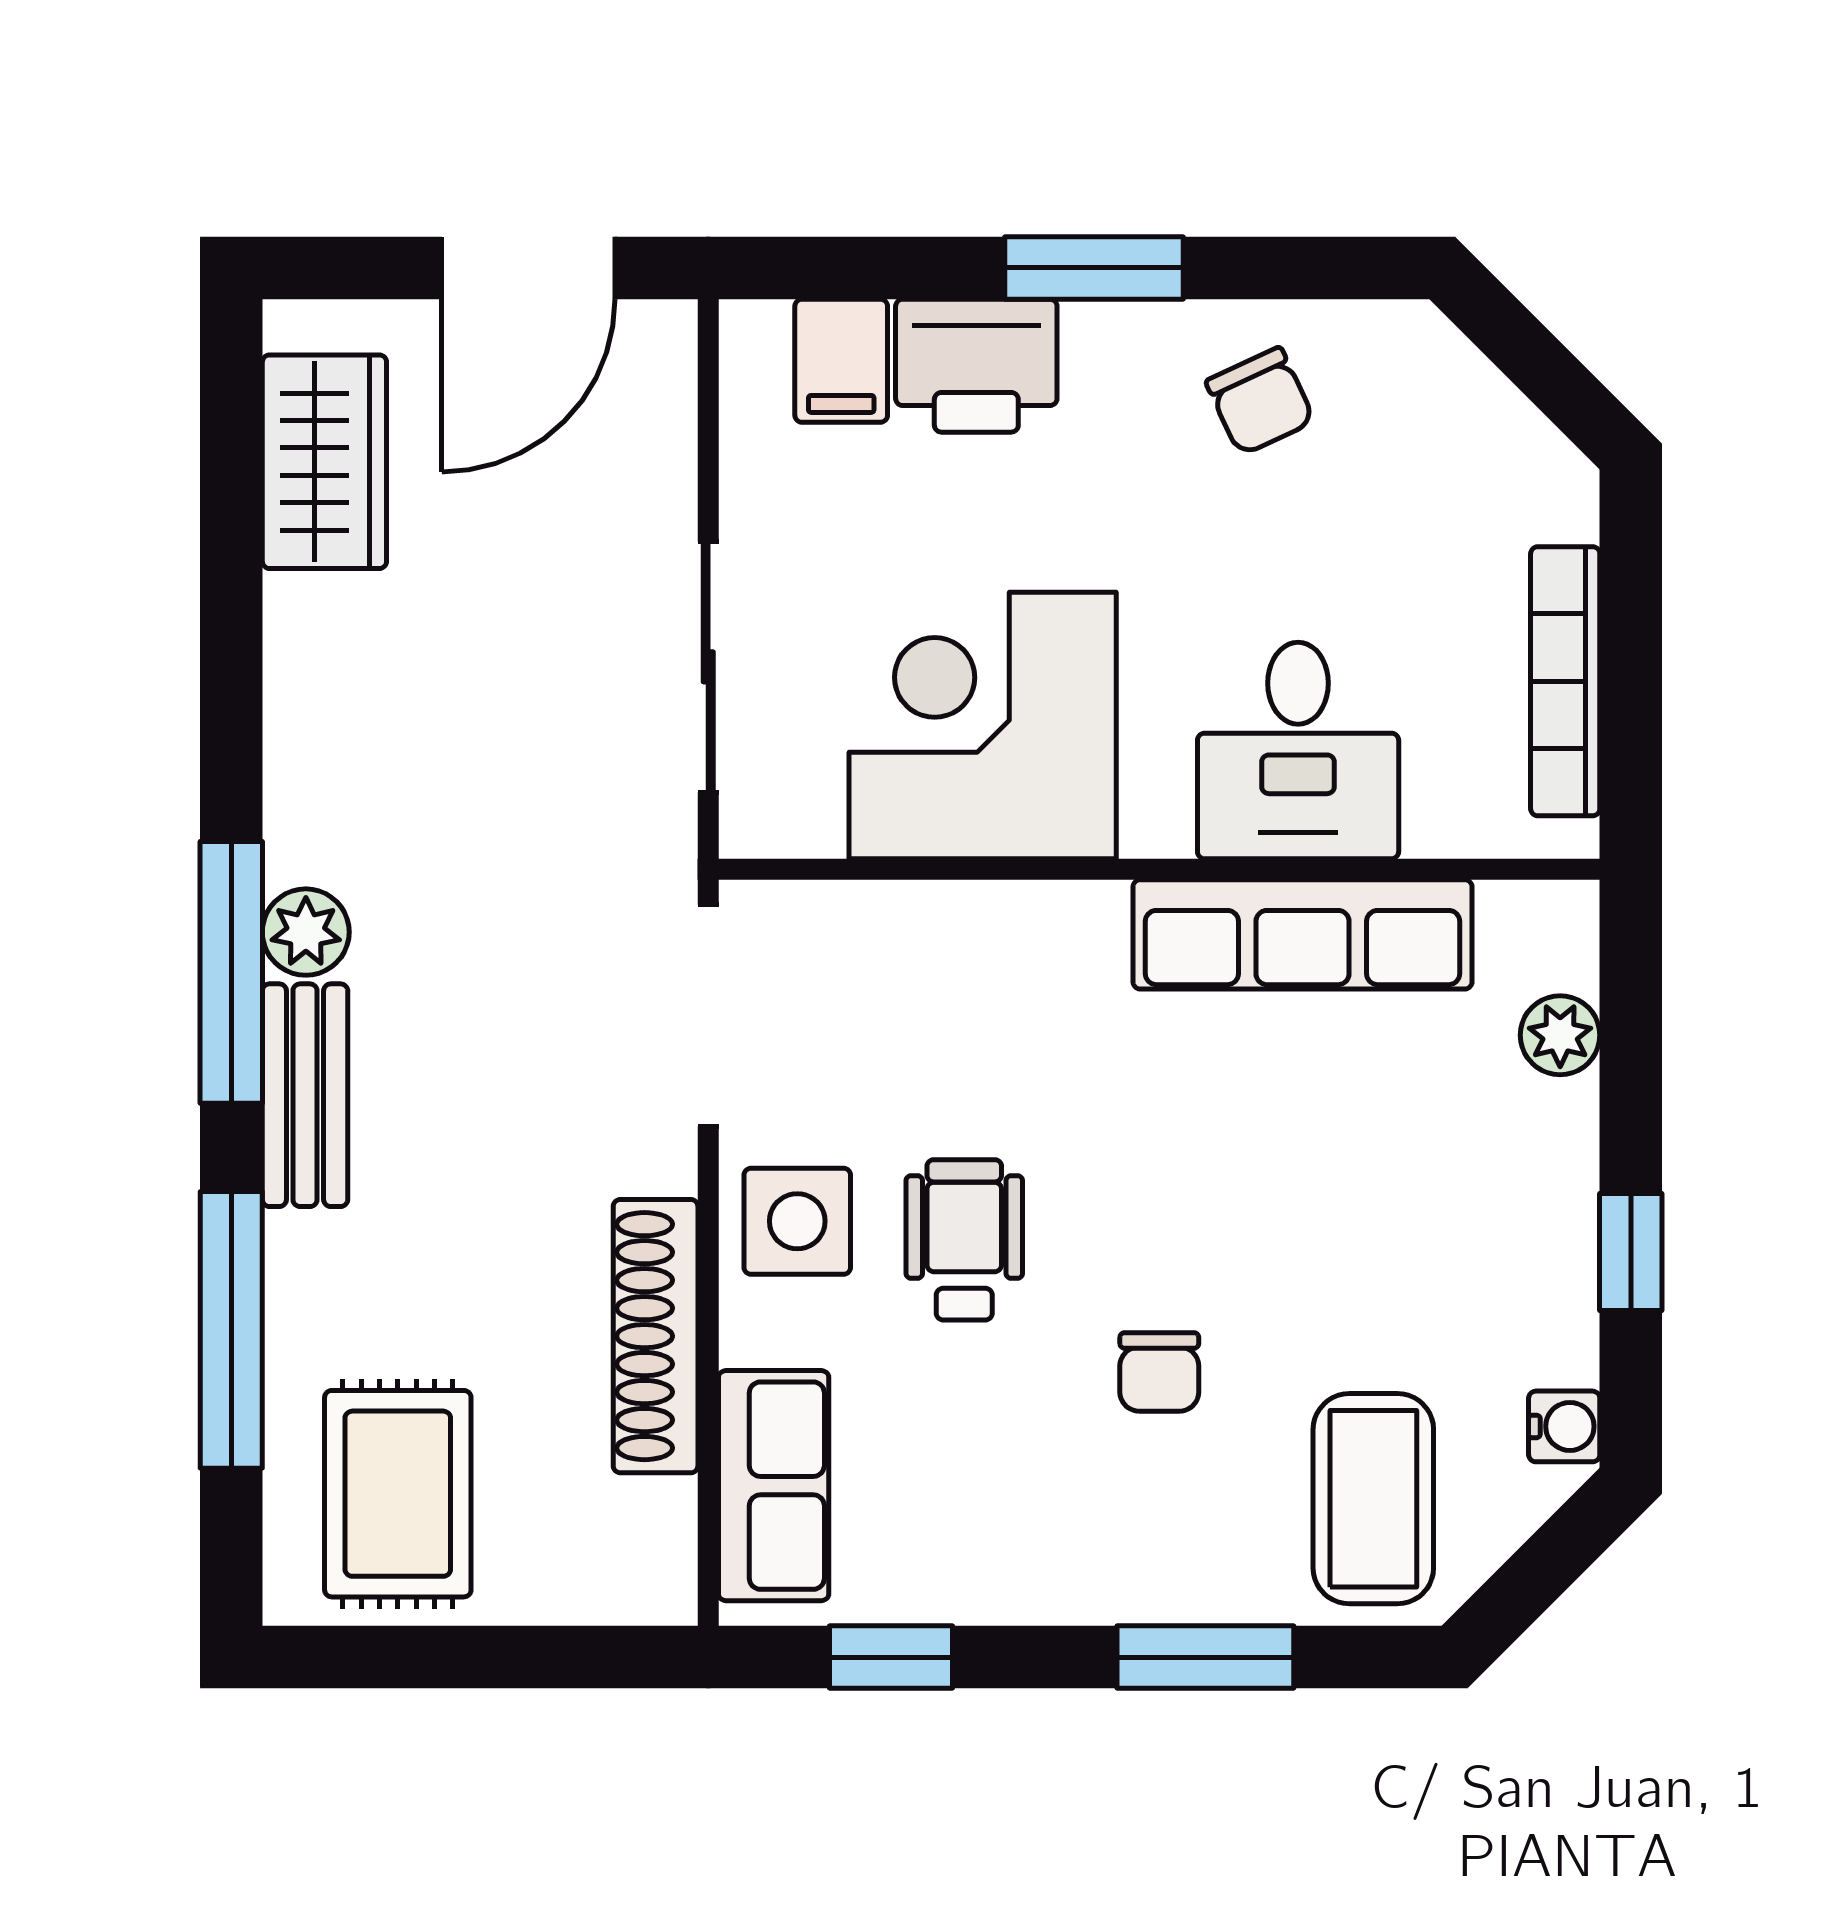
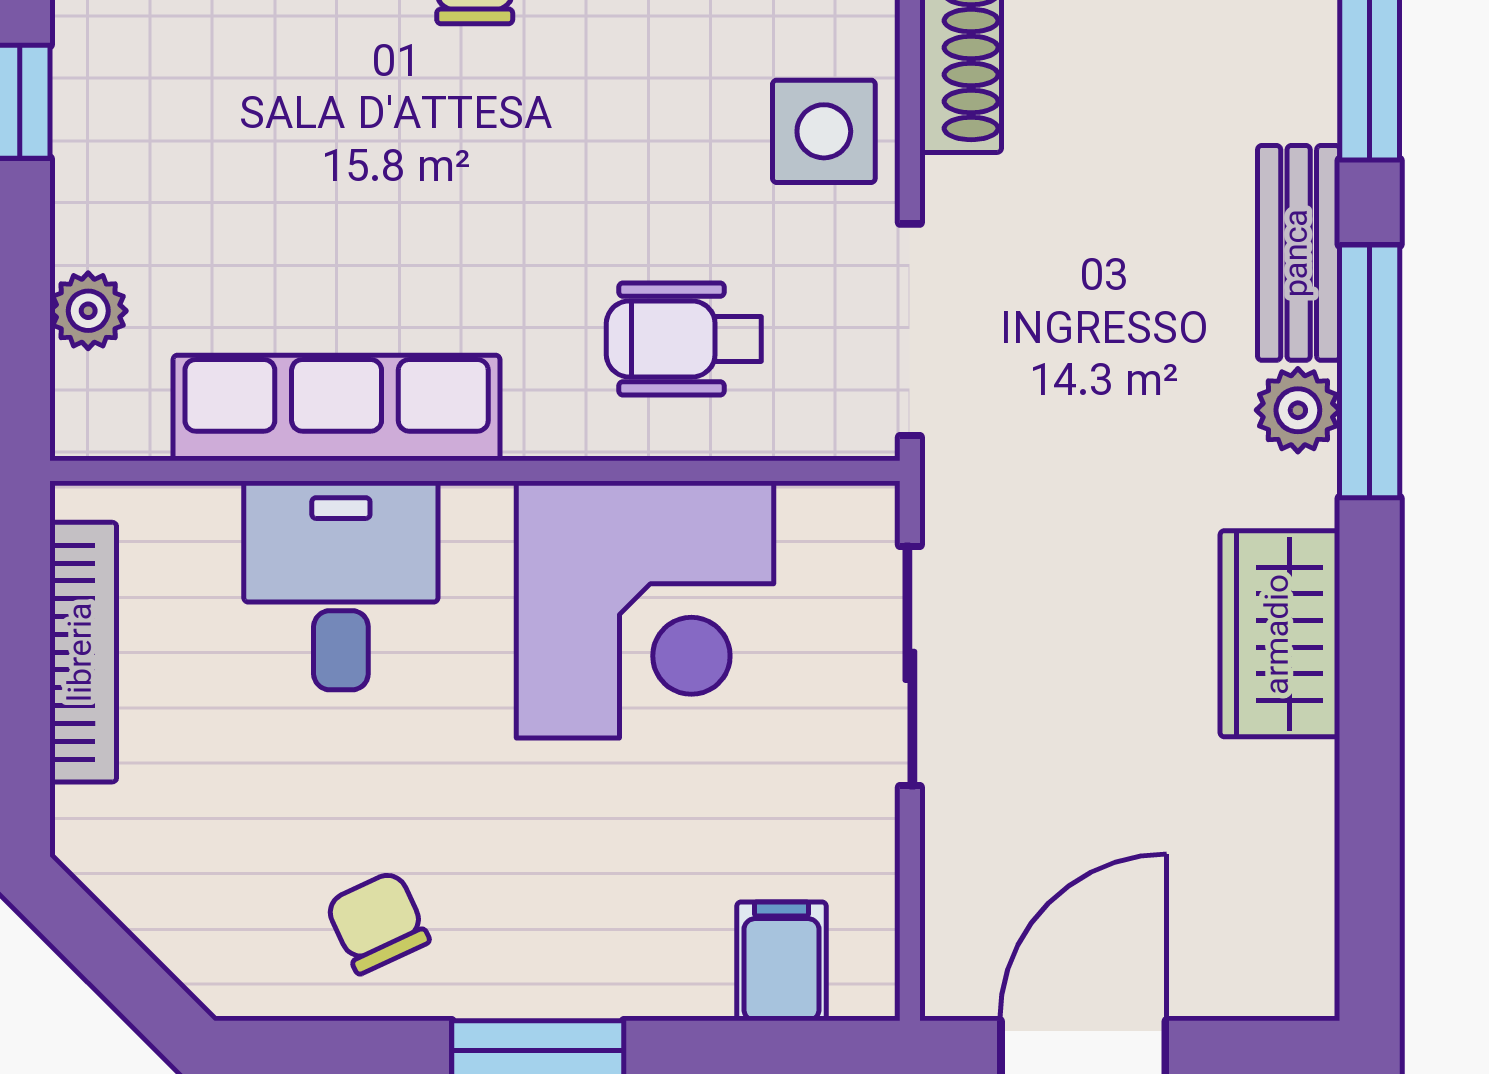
printer: (976, 366) -> (651, 957), removed
wardrobe: (324, 462) -> (1280, 634), moved
wheelchair: (964, 1240) -> (684, 339), moved, turned 90

